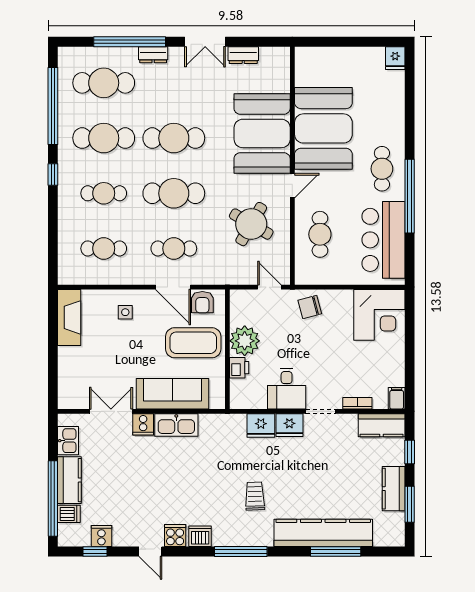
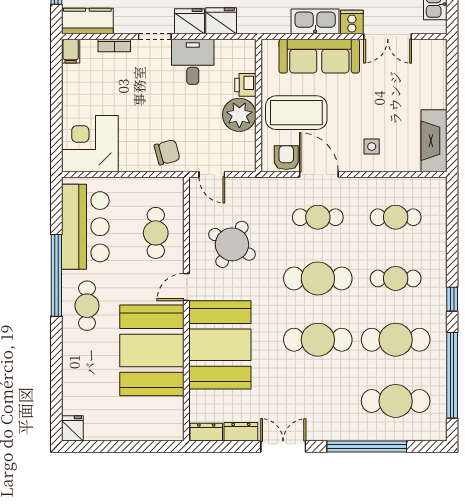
dresser: (153, 55) -> (206, 432), moved

